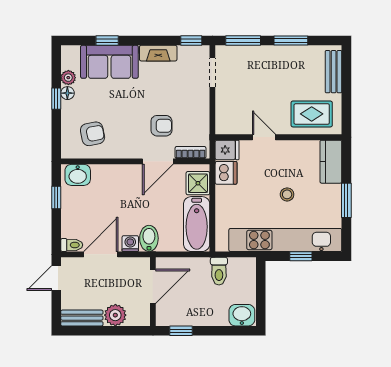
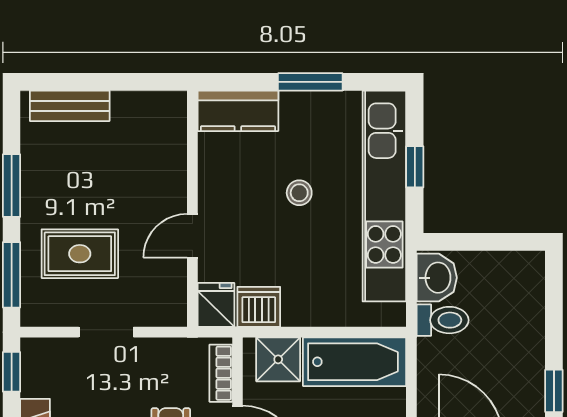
doorway: (212, 72) -> (106, 332), moved
rug: (312, 114) -> (80, 254), moved, turned 90
washbasin: (242, 315) -> (437, 278), moved, turned 180

